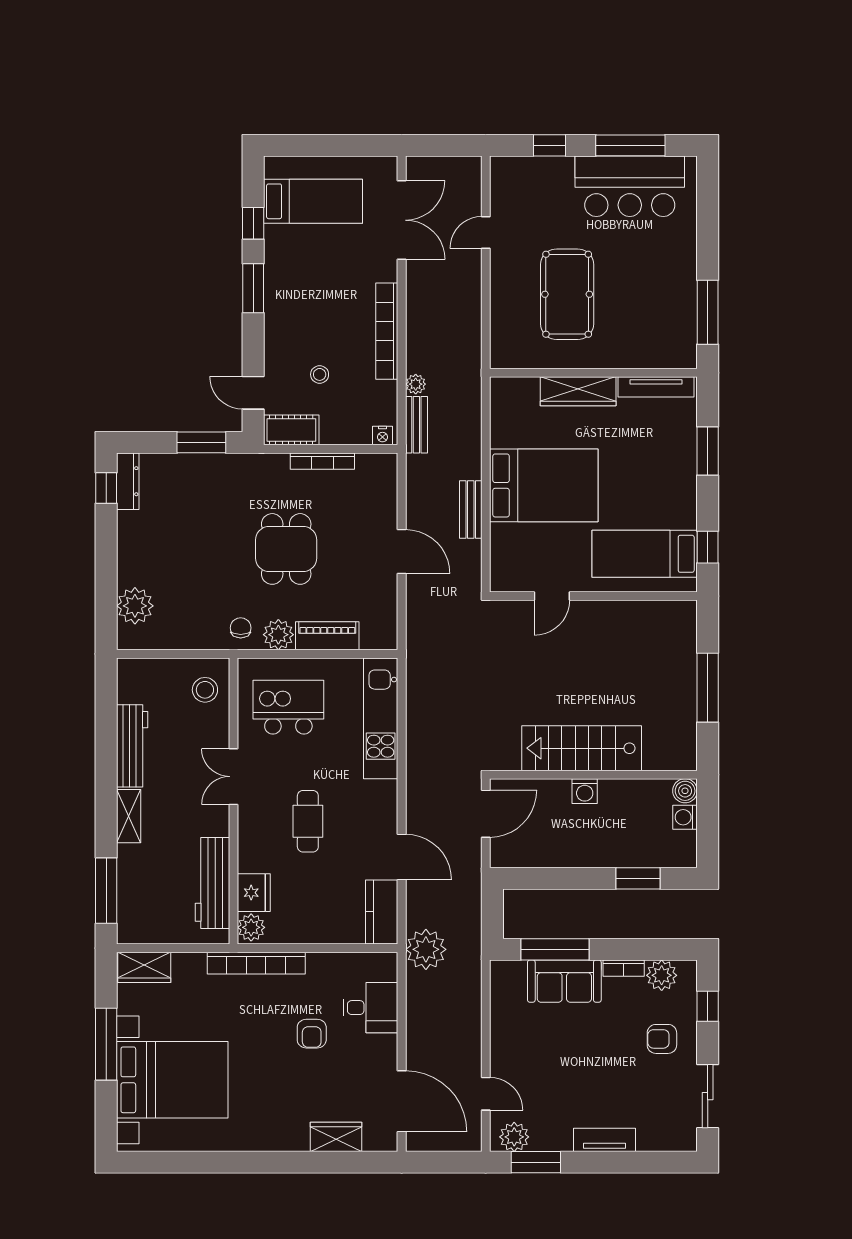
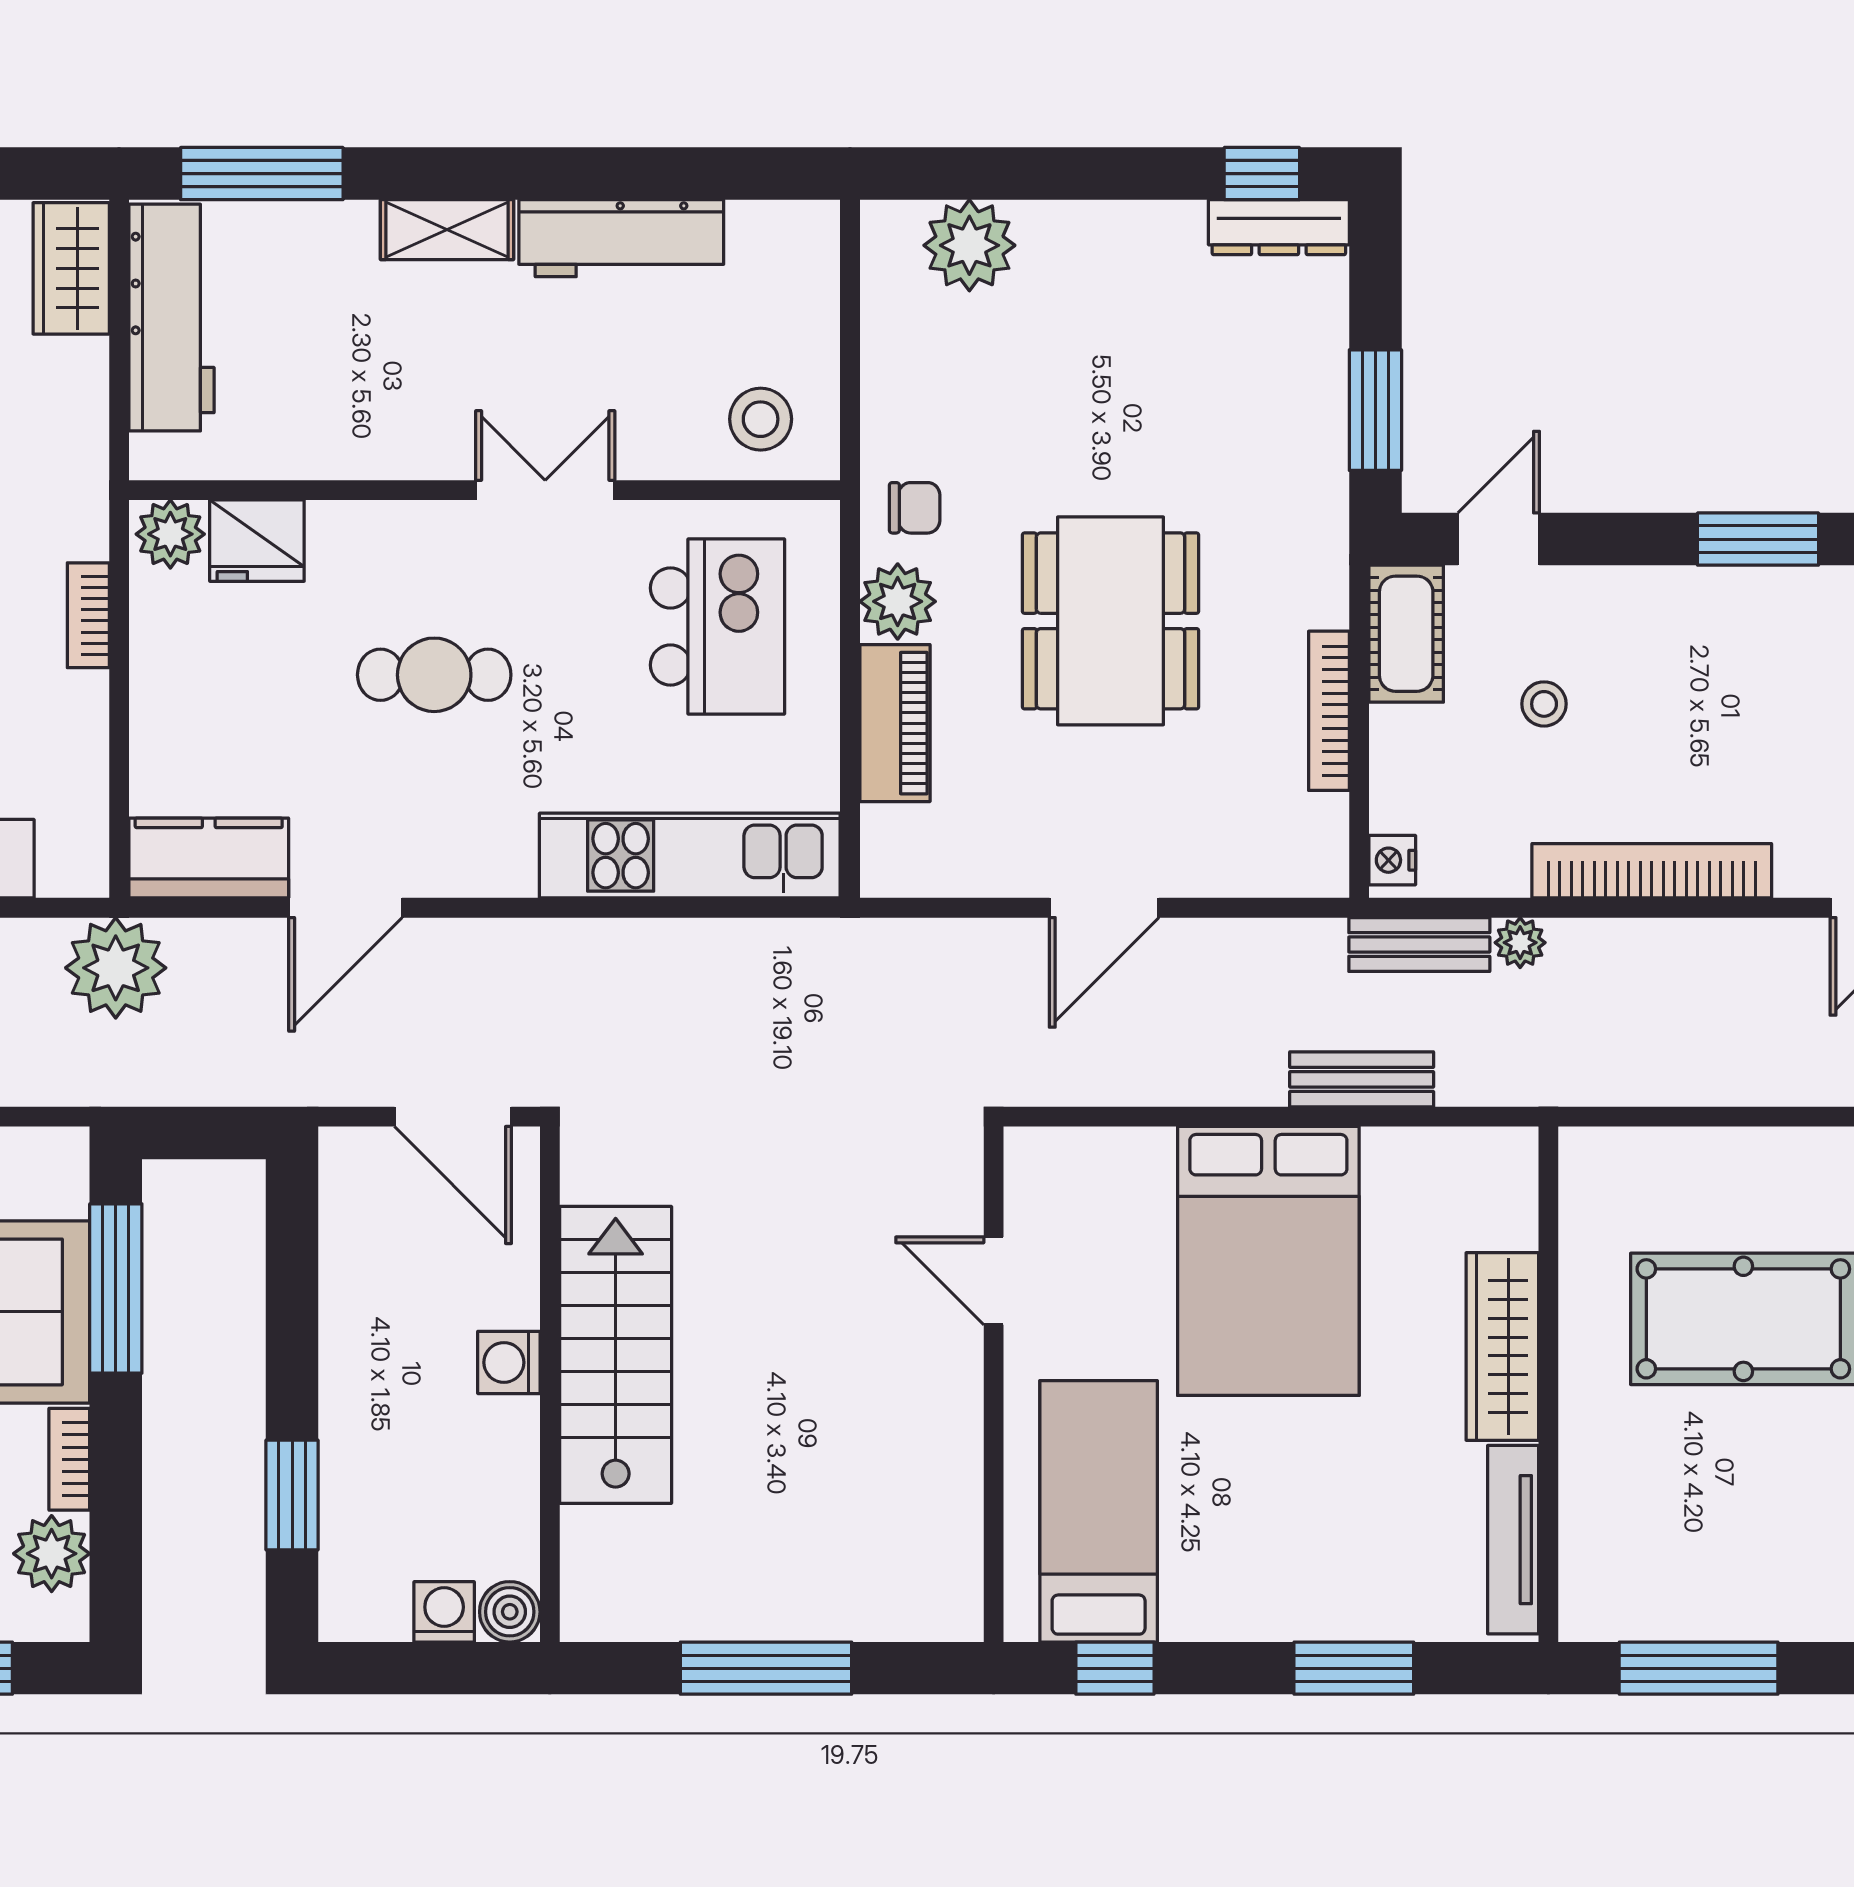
bench: (471, 509) -> (1362, 1079), moved
dining table: (286, 549) -> (1111, 621), width x1.38
workbench: (212, 883) -> (171, 318), moved, turned 90
bookcase: (256, 963) -> (88, 615), width x0.43, depth x0.76

